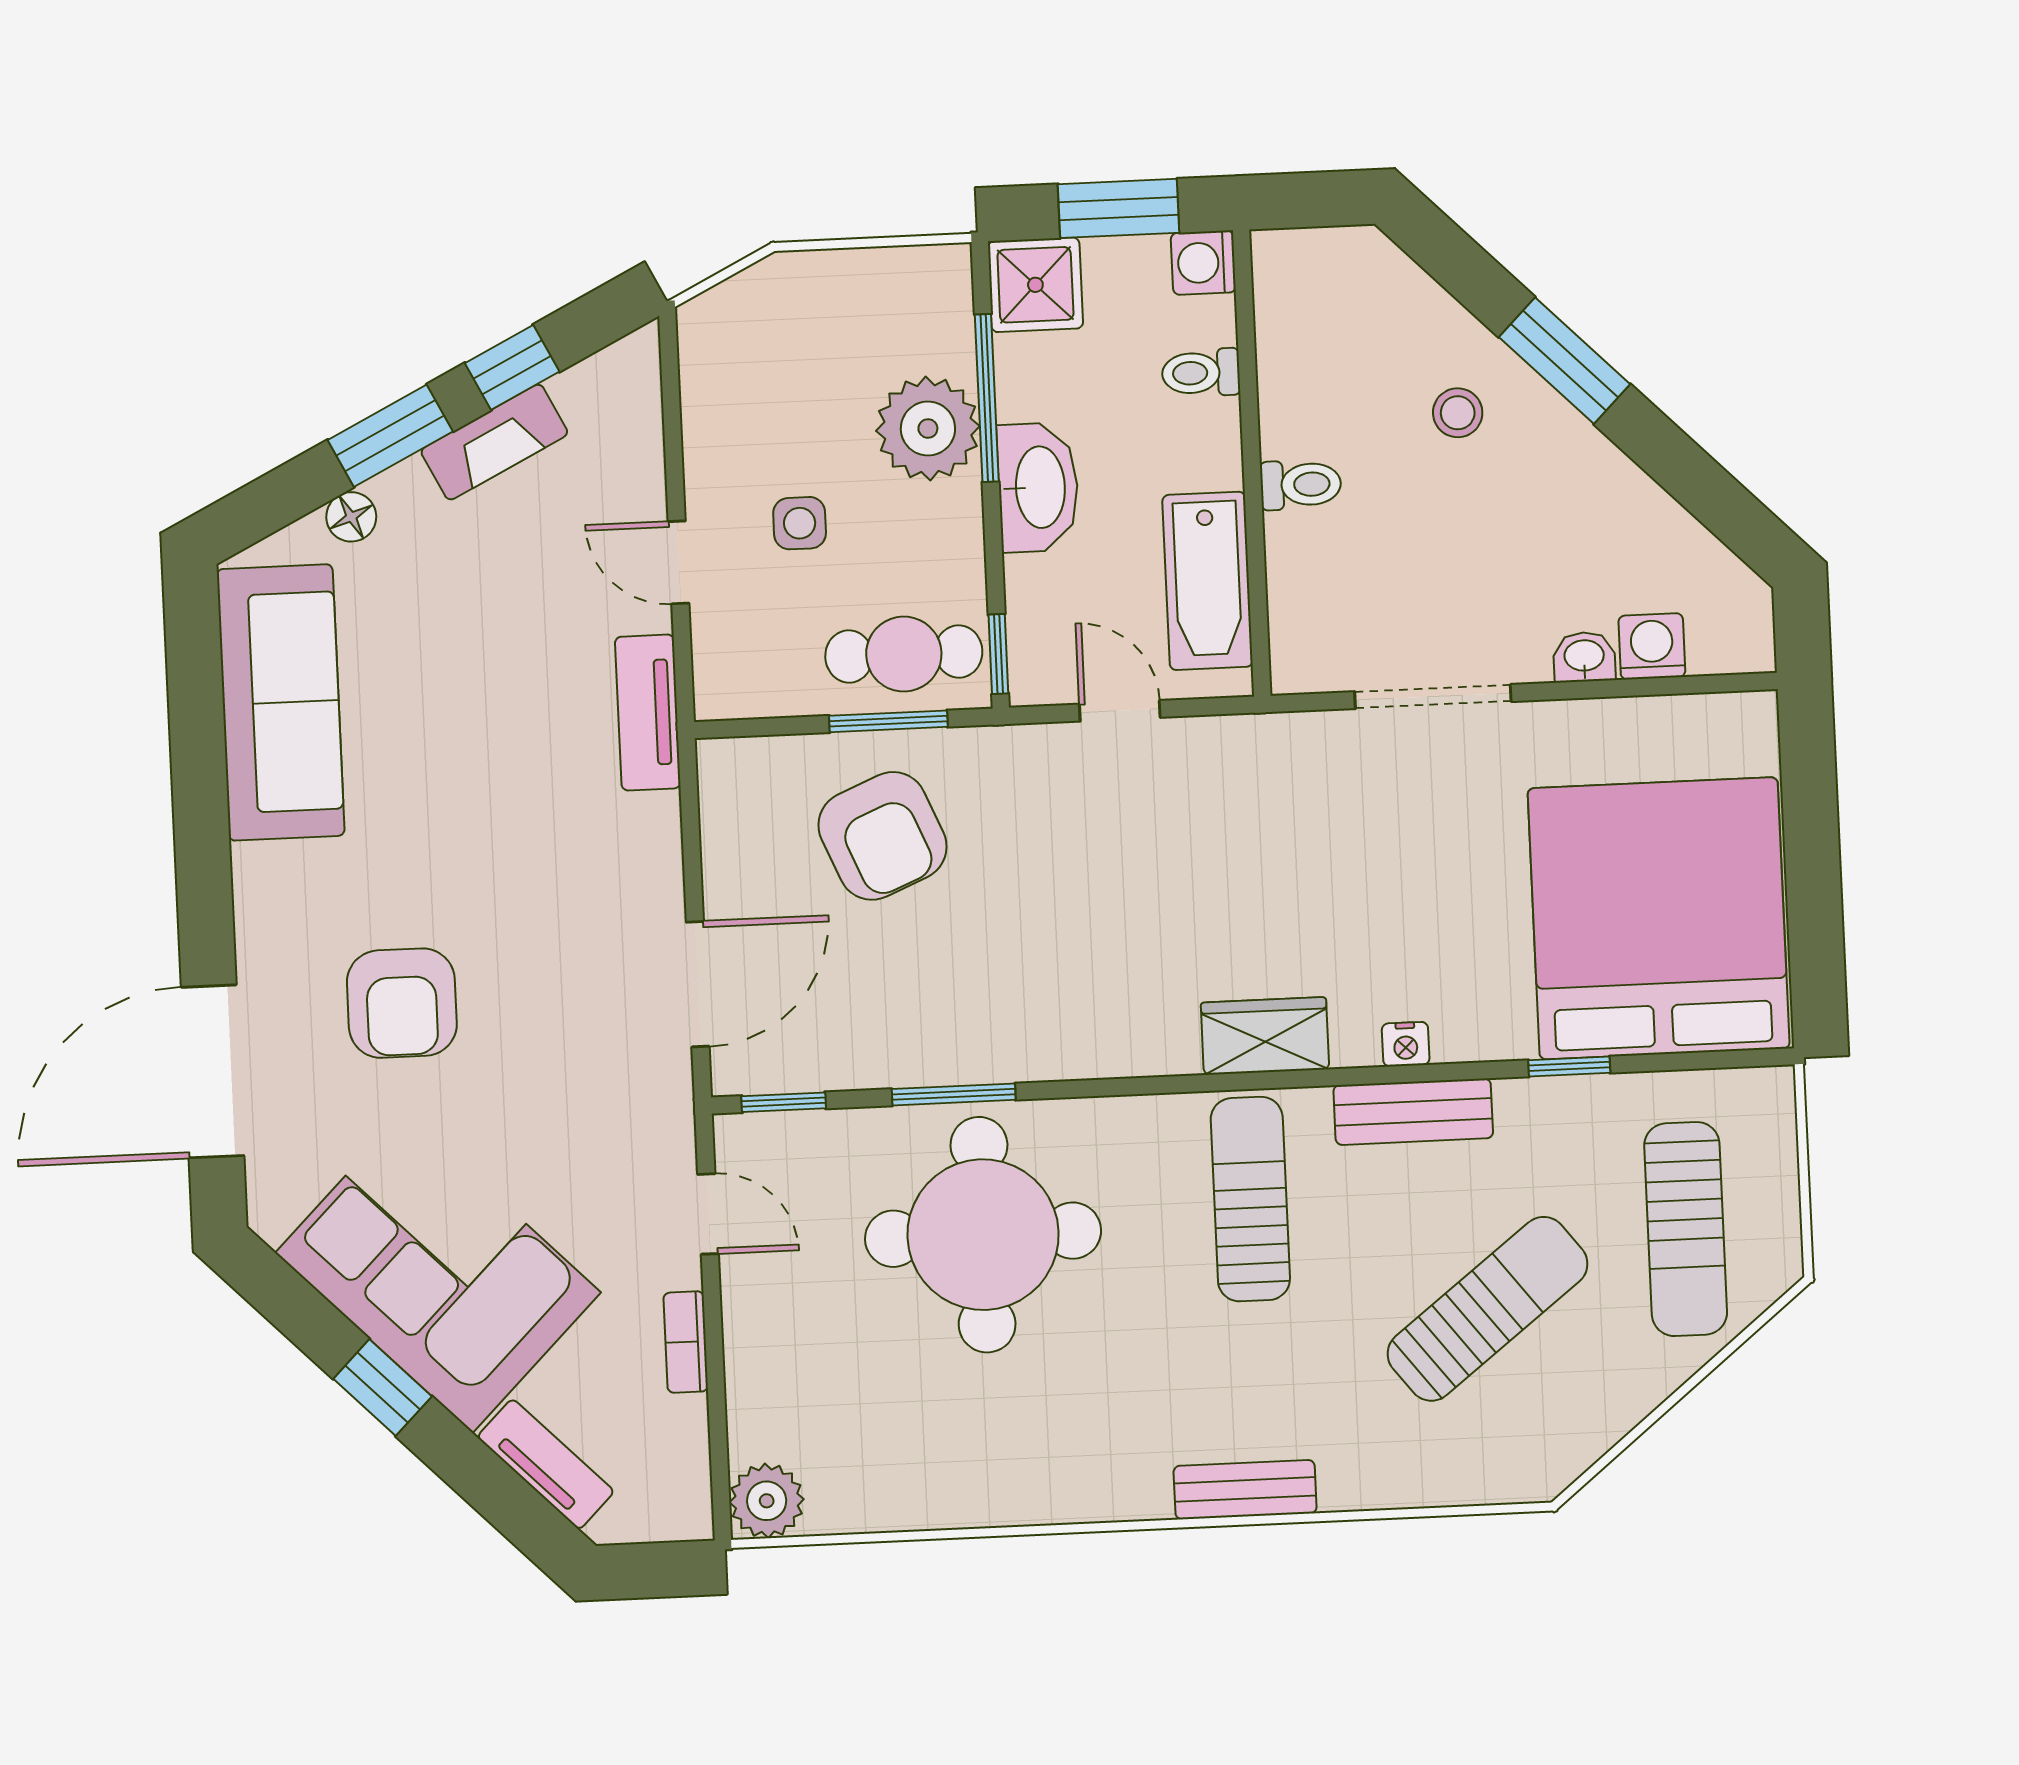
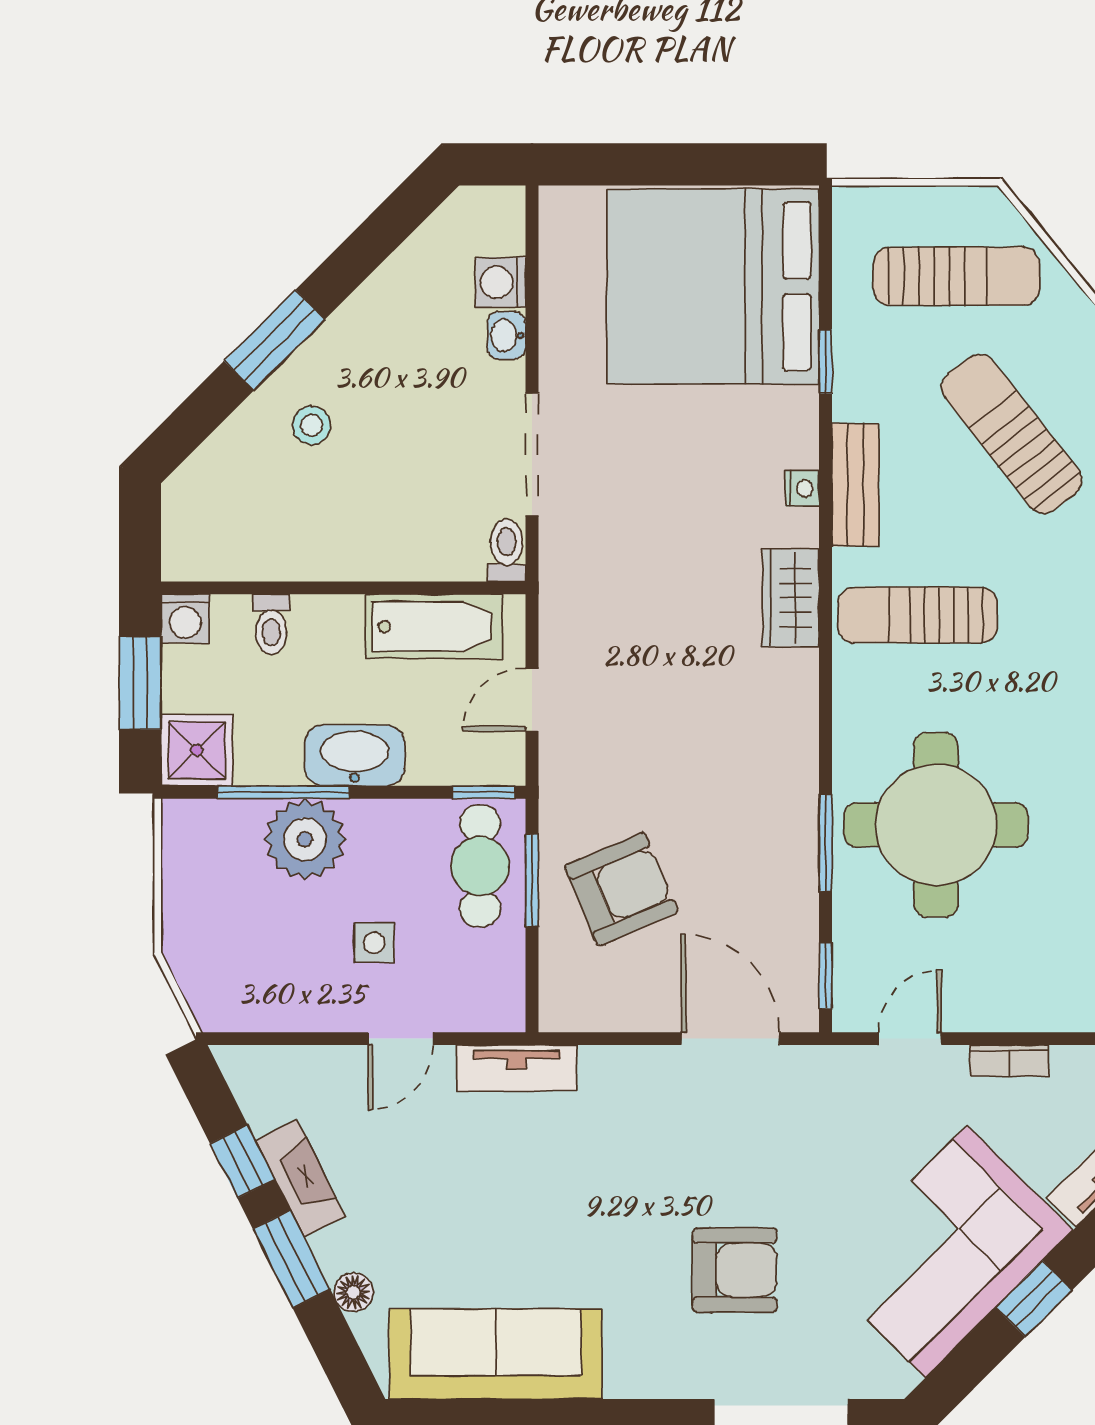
toilet: (1301, 485) -> (507, 550), moved

